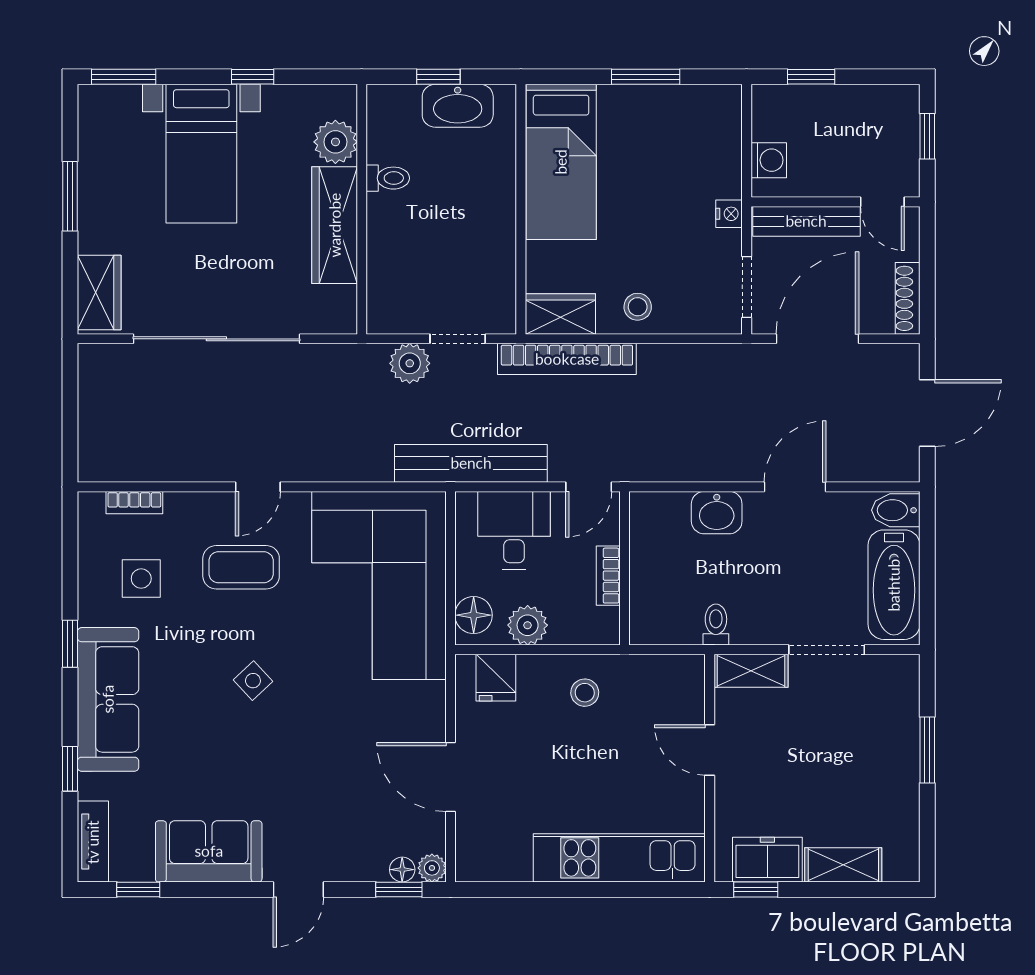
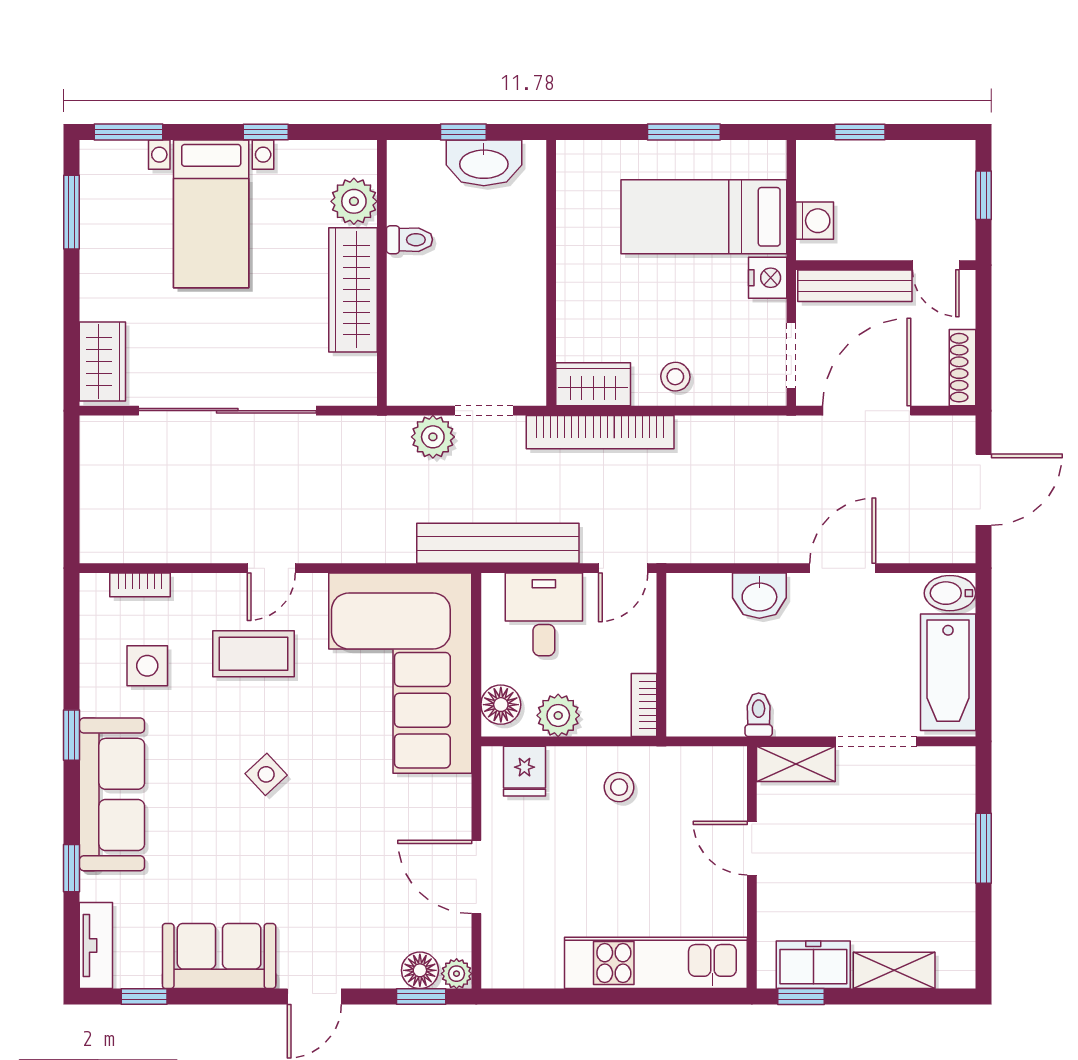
bed: (561, 162) -> (704, 217), moved, turned 90
window: (70, 196) -> (72, 212), moved
nightstand: (729, 214) -> (768, 278), width x1.39, depth x1.35
bookcase: (608, 576) -> (644, 705), moved
floor lamp: (402, 870) -> (420, 970), width x1.37, depth x1.37

